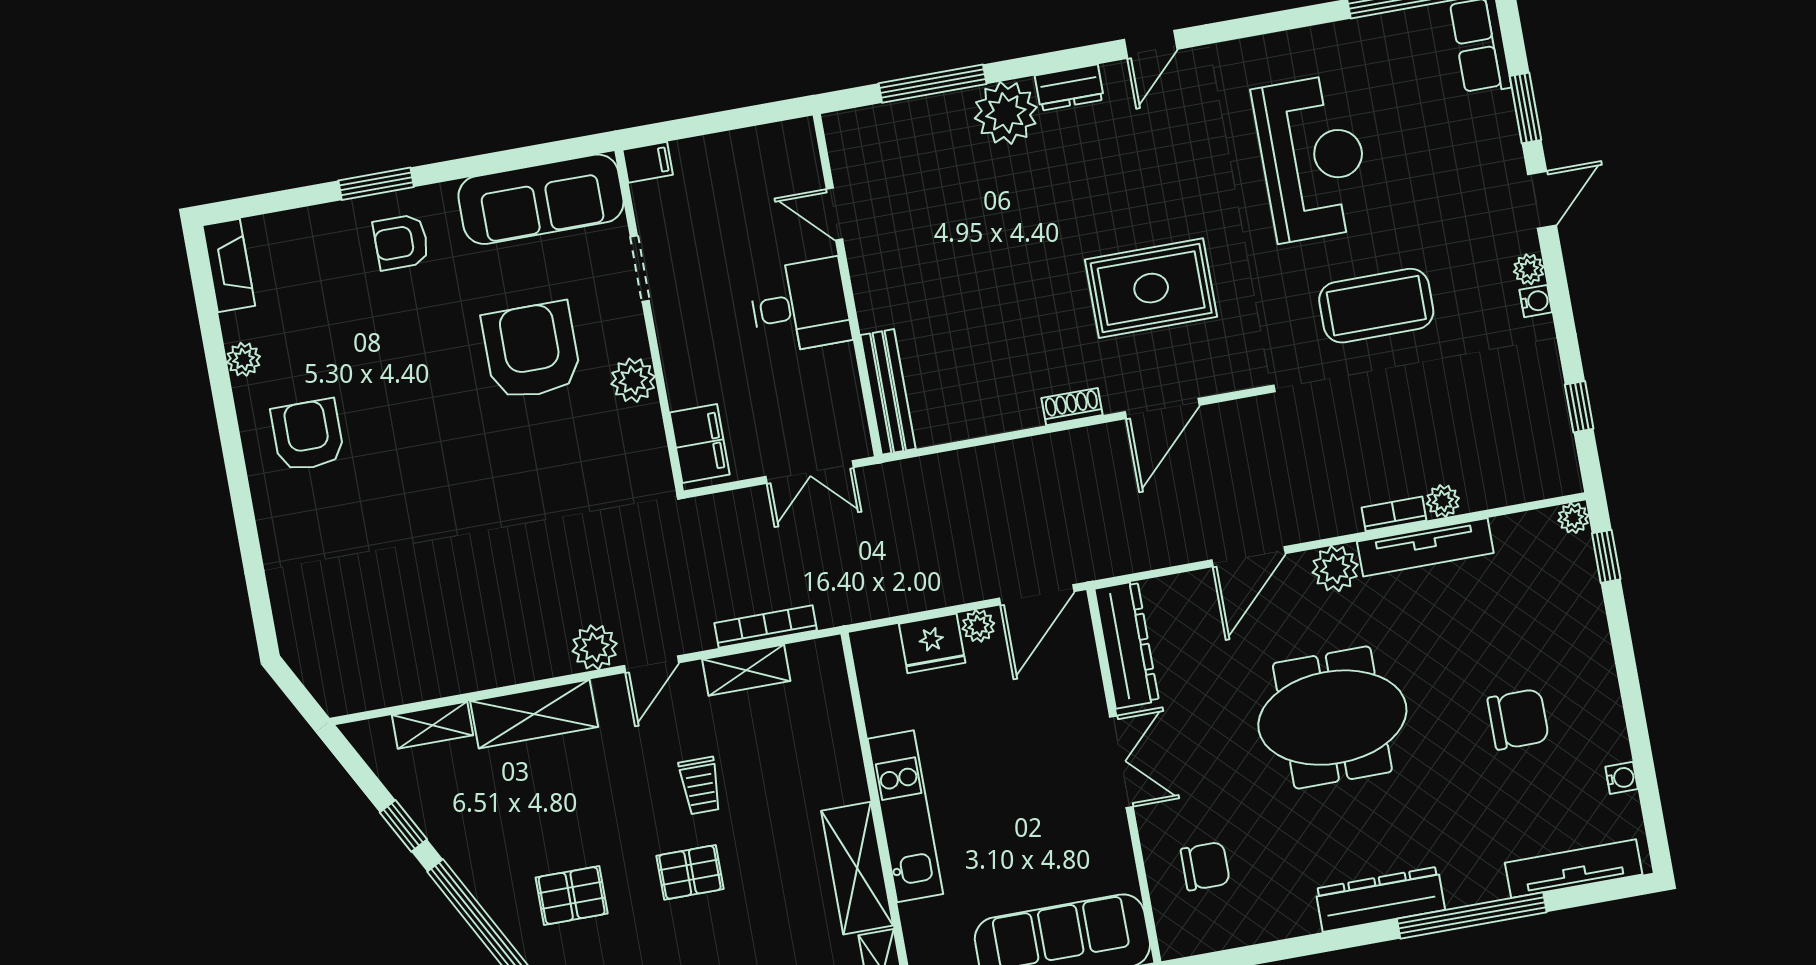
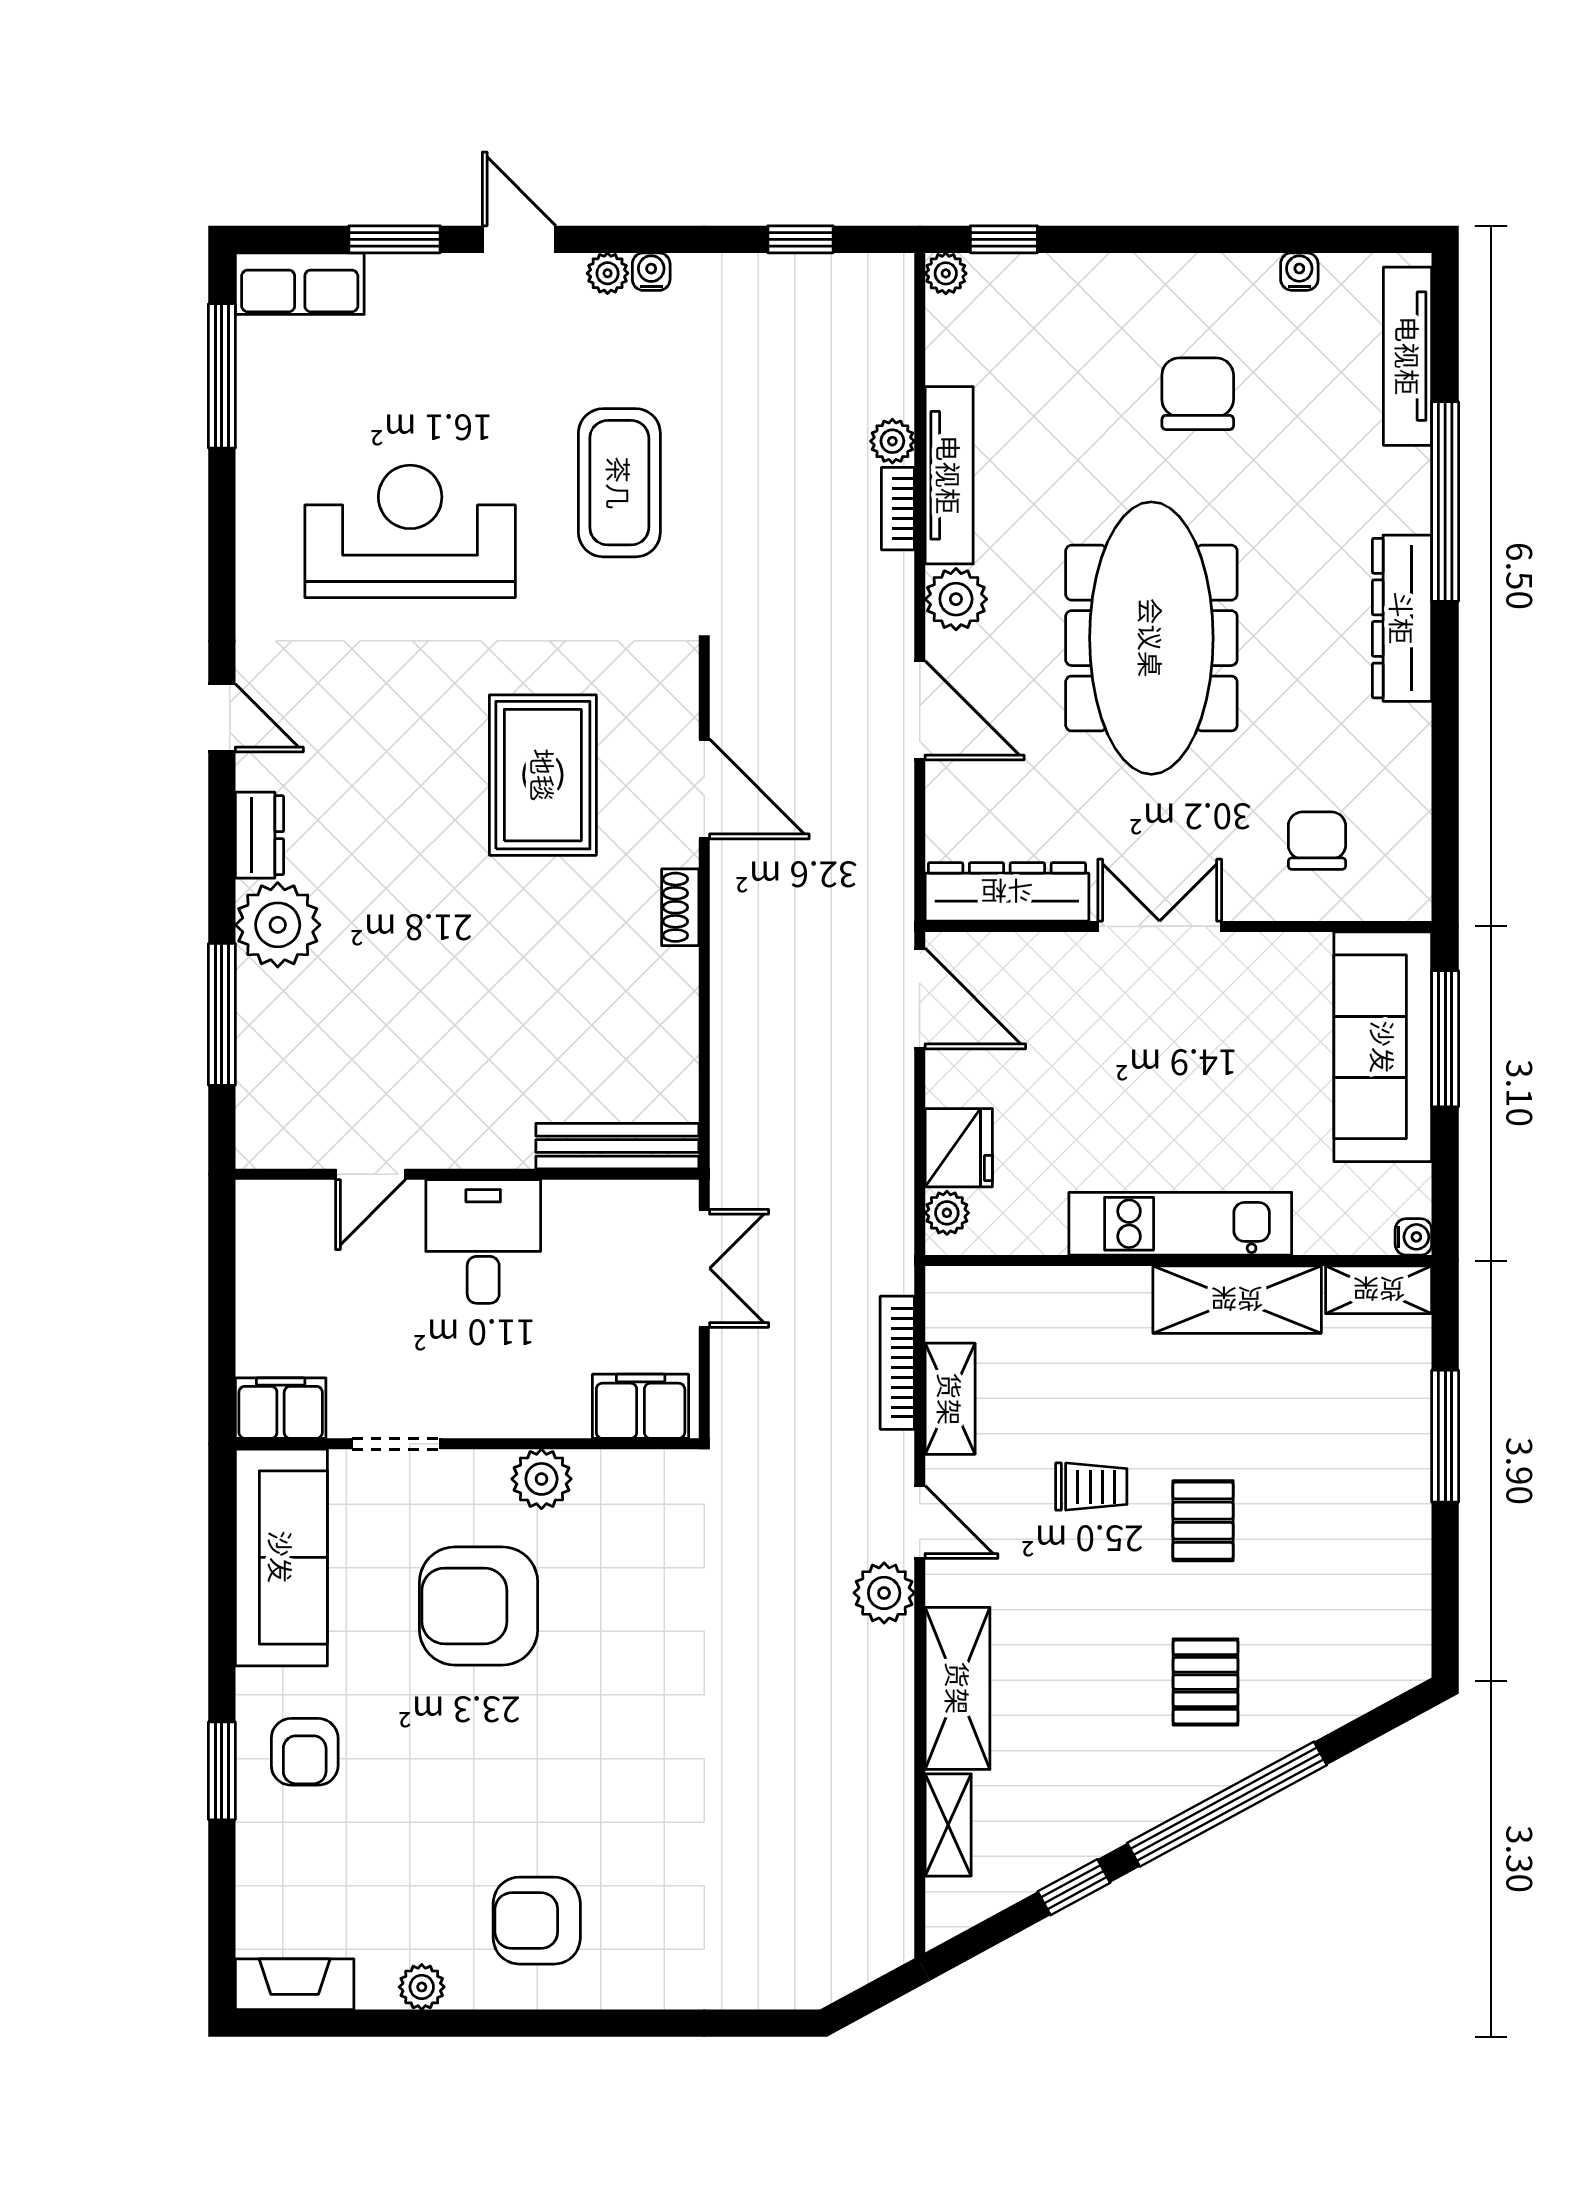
filing cabinet: (648, 162) -> (281, 1408), width x2.00
plant: (978, 626) -> (947, 1213), moved
meeting table: (1332, 718) -> (1151, 638), width x1.36

